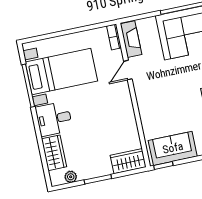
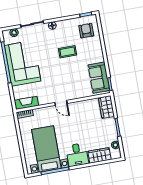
door: (128, 70) -> (61, 103), moved

